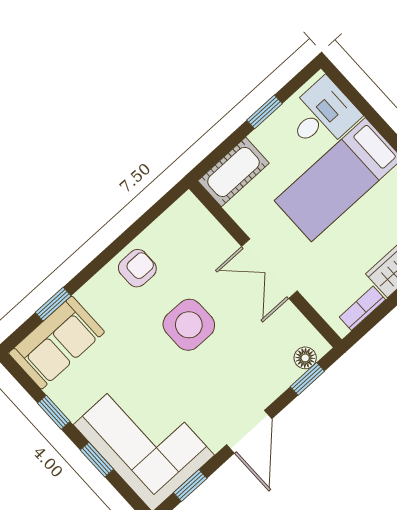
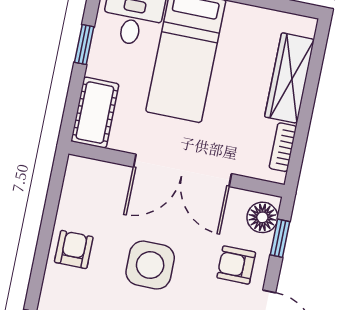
double door: (269, 269) -> (183, 170), width x1.37
floor lamp: (305, 358) -> (262, 217), width x1.37, depth x1.37
armchair: (257, 375) -> (236, 265), added

